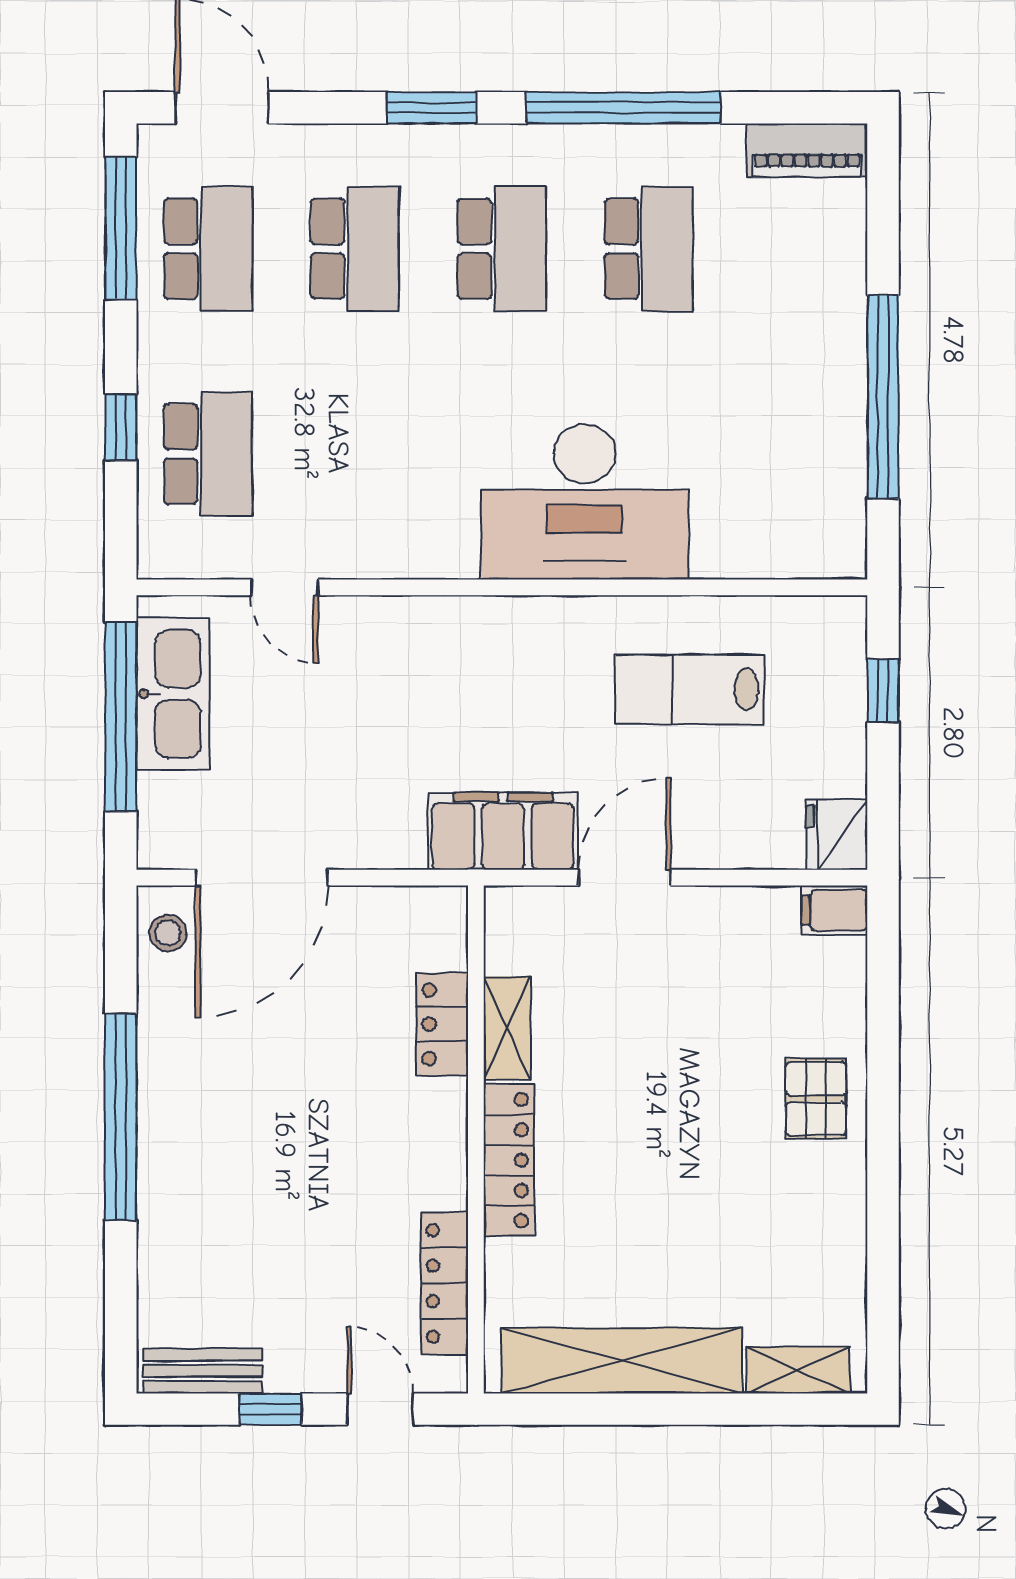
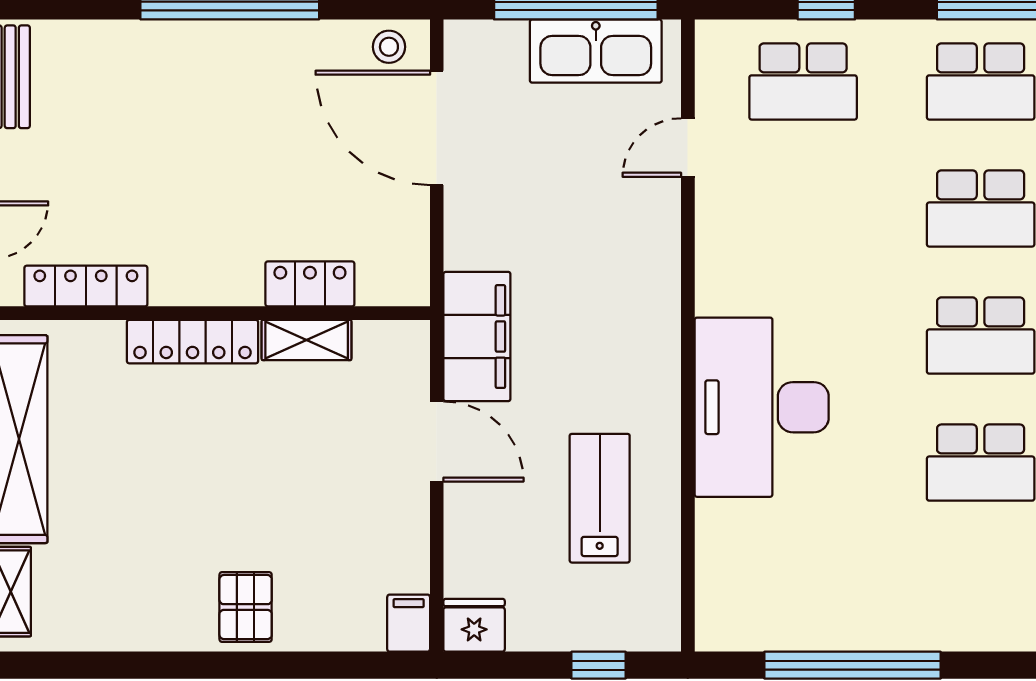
pallet: (816, 1099) -> (246, 607), turned 90

